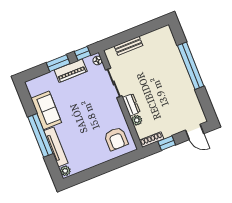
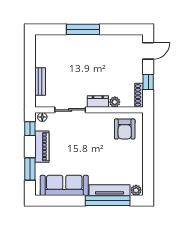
window: (58, 63) -> (30, 169), moved
window: (191, 66) -> (83, 29), width x0.68
sofa: (46, 110) -> (64, 185), width x1.36
window: (40, 135) -> (108, 201), moved
armchair: (116, 139) -> (125, 129), turned 90

